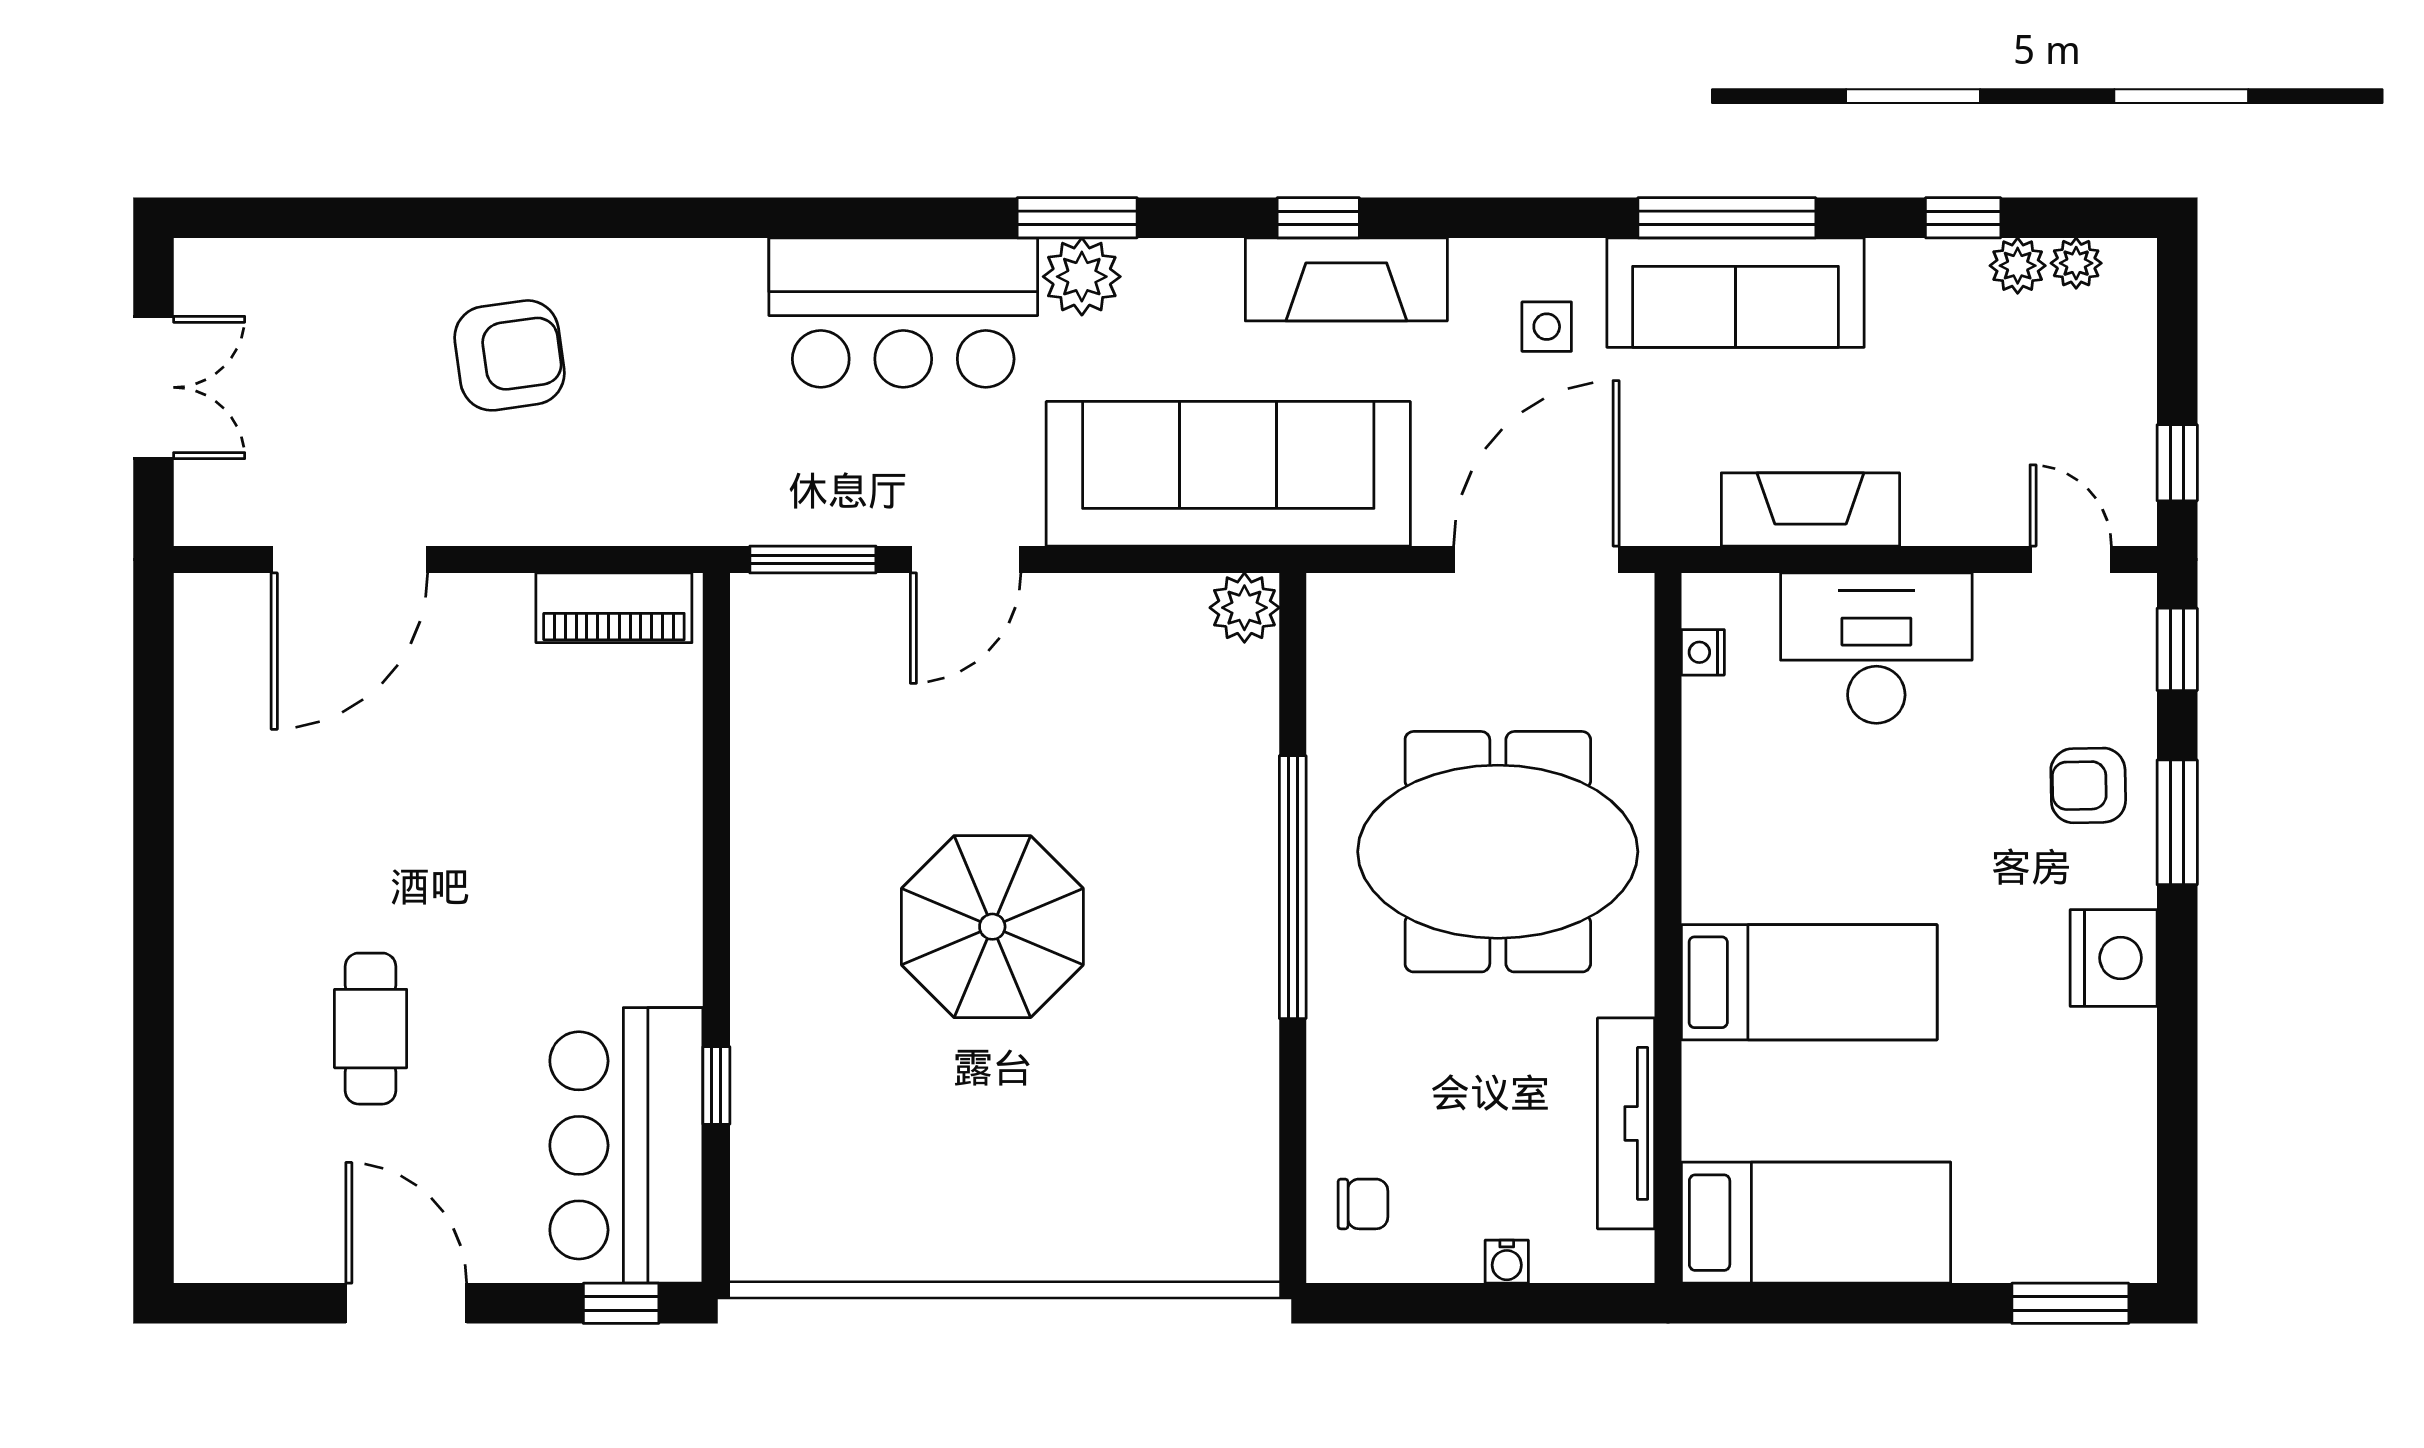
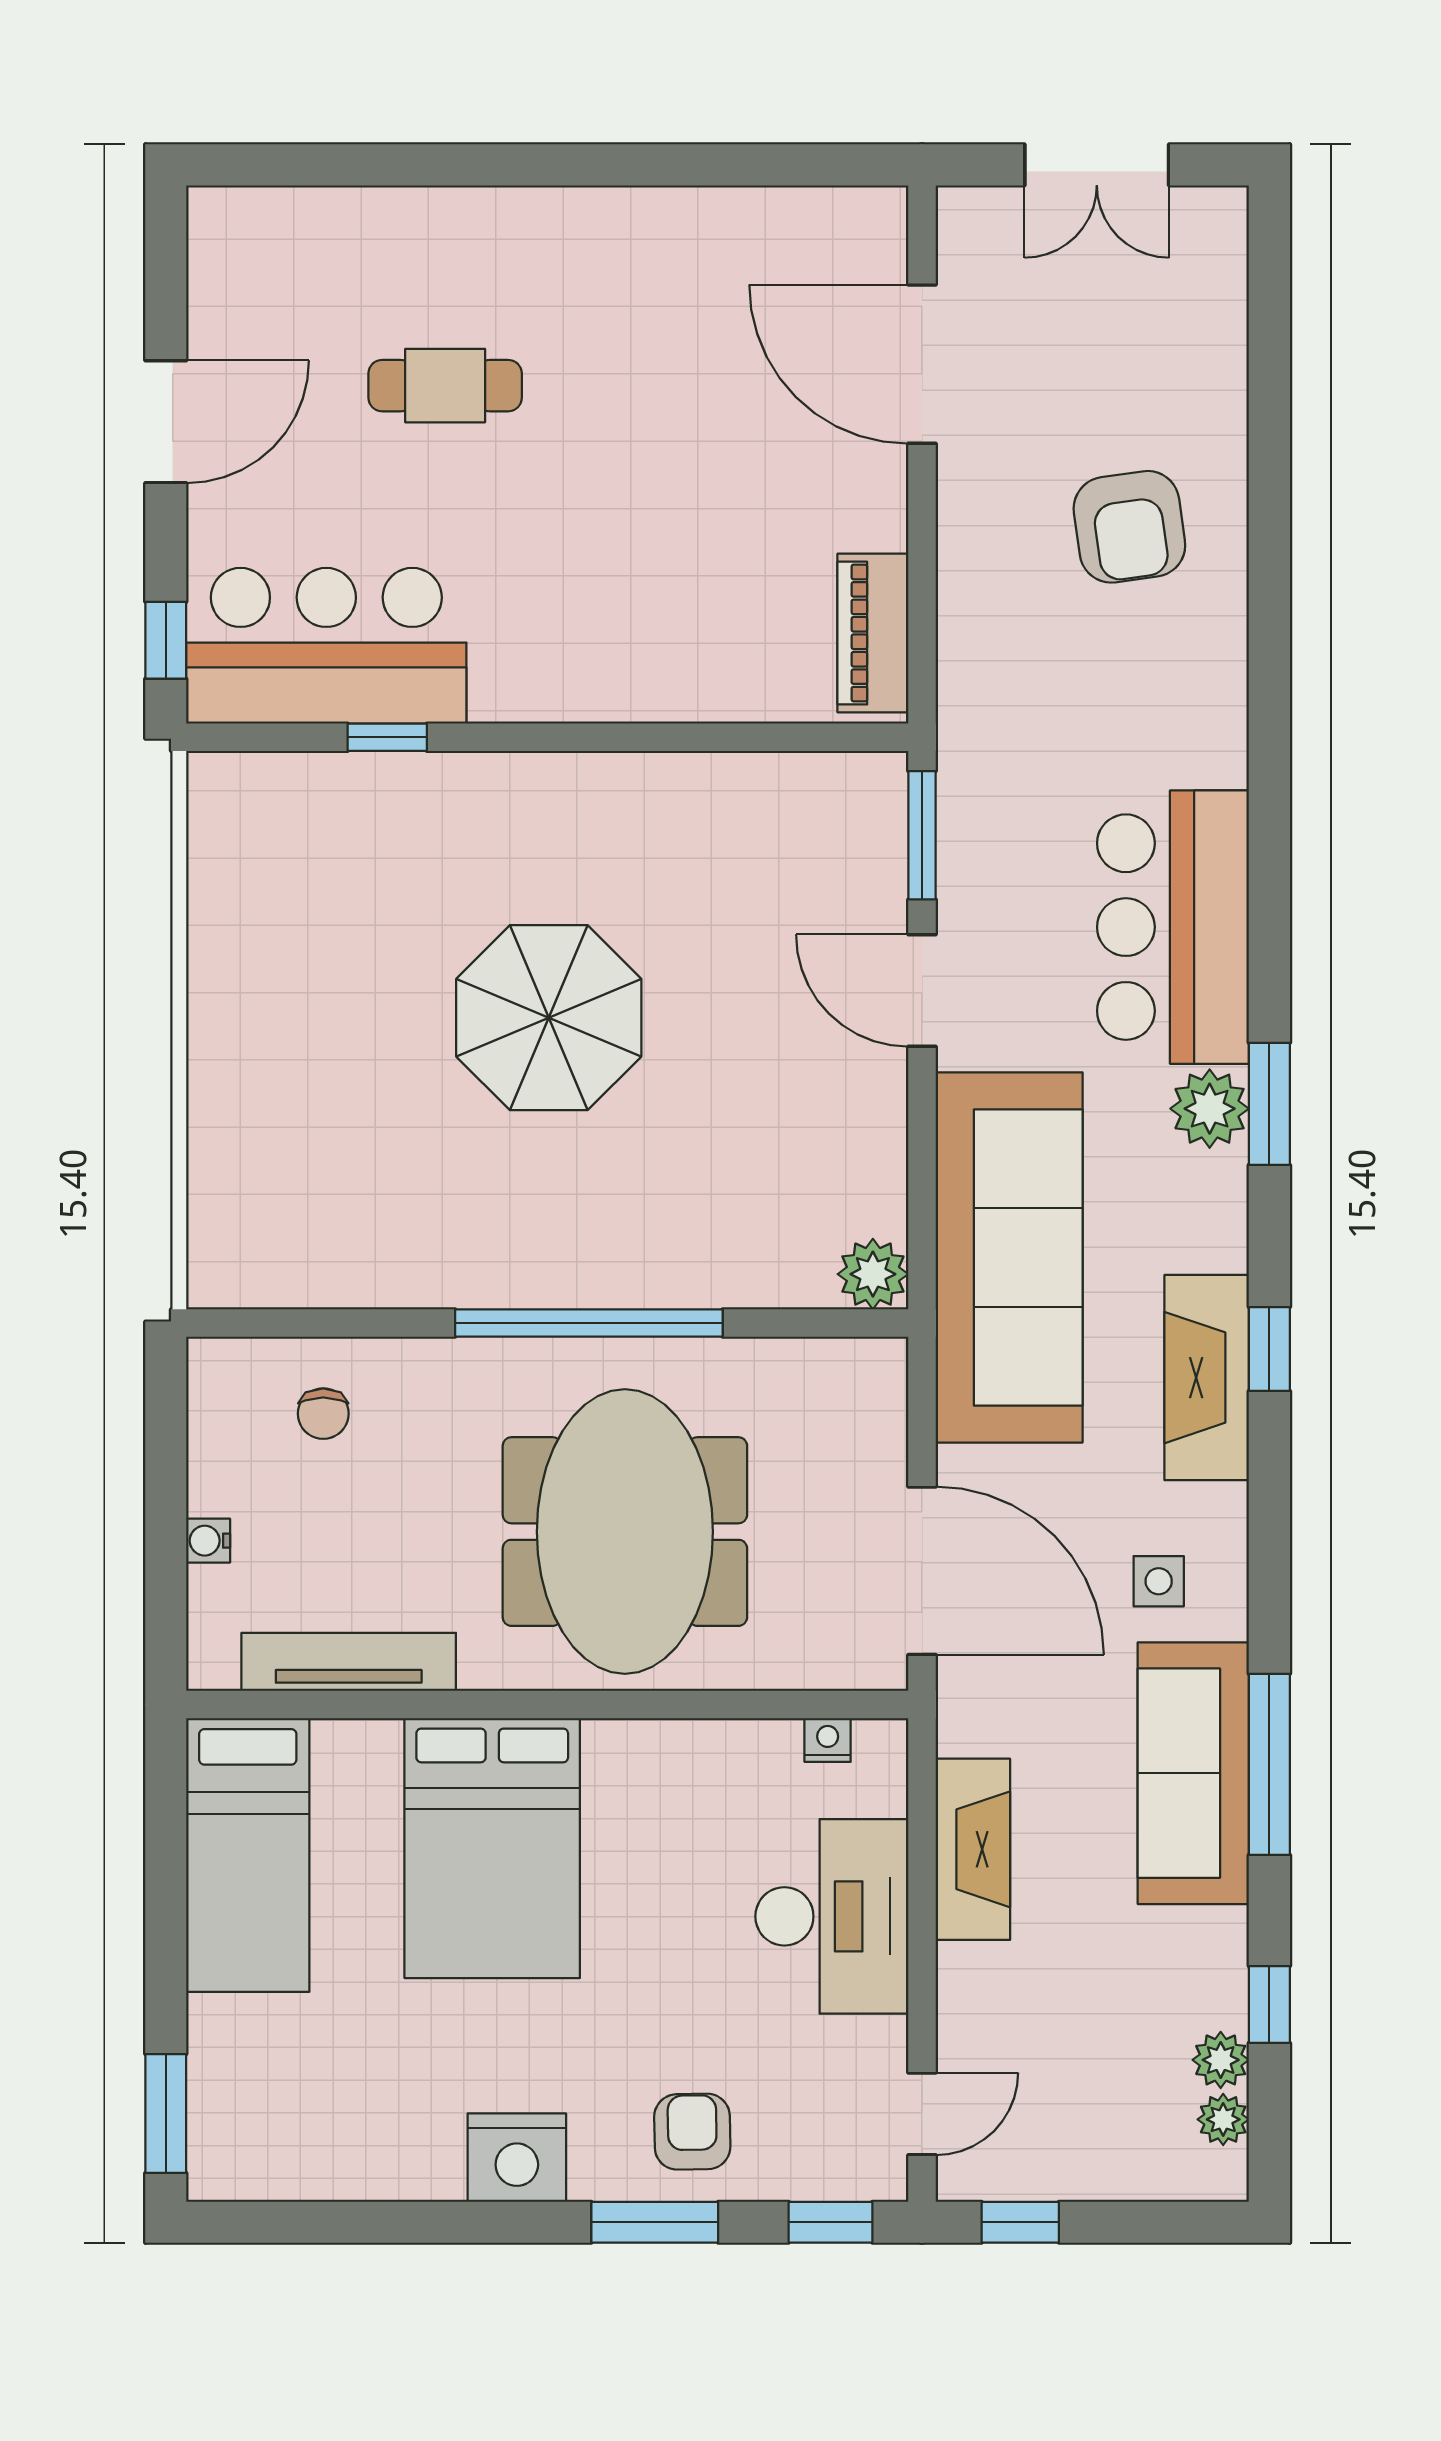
bed: (1809, 982) -> (492, 1848), width x1.50
chair: (1363, 1204) -> (323, 1414), moved

